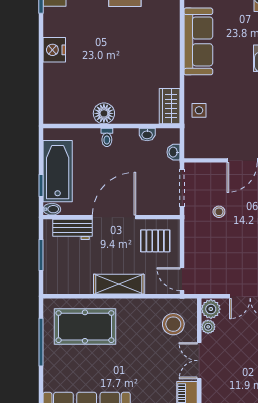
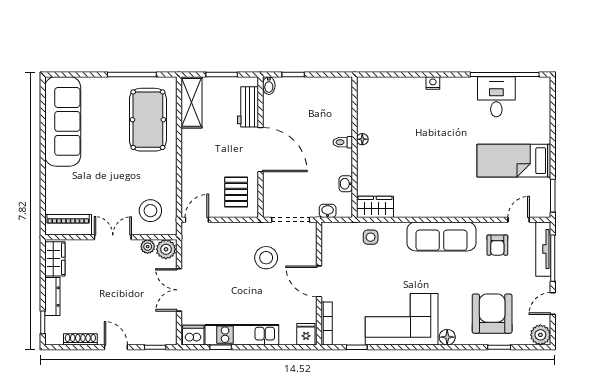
nightstand: (54, 50) -> (433, 83), width x0.53, depth x0.56
floor lamp: (104, 113) -> (362, 139), width x0.53, depth x0.53
bathtub: (58, 171) -> (308, 91), removed
stool: (219, 212) -> (266, 258), width x1.89, depth x1.89
shelving: (119, 284) -> (192, 102), moved

